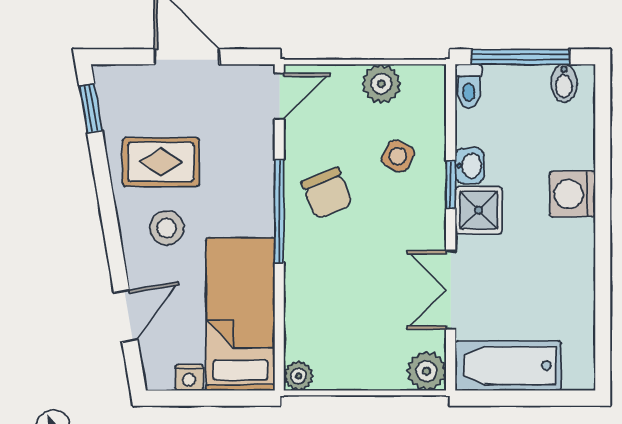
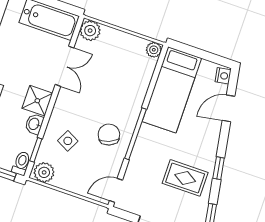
plant: (381, 84) -> (44, 172), moved
window: (451, 185) -> (36, 150), moved
window: (106, 201) -> (219, 168), added
stool: (167, 228) -> (194, 145), removed
nightstand: (189, 377) -> (223, 76), moved, turned 80

